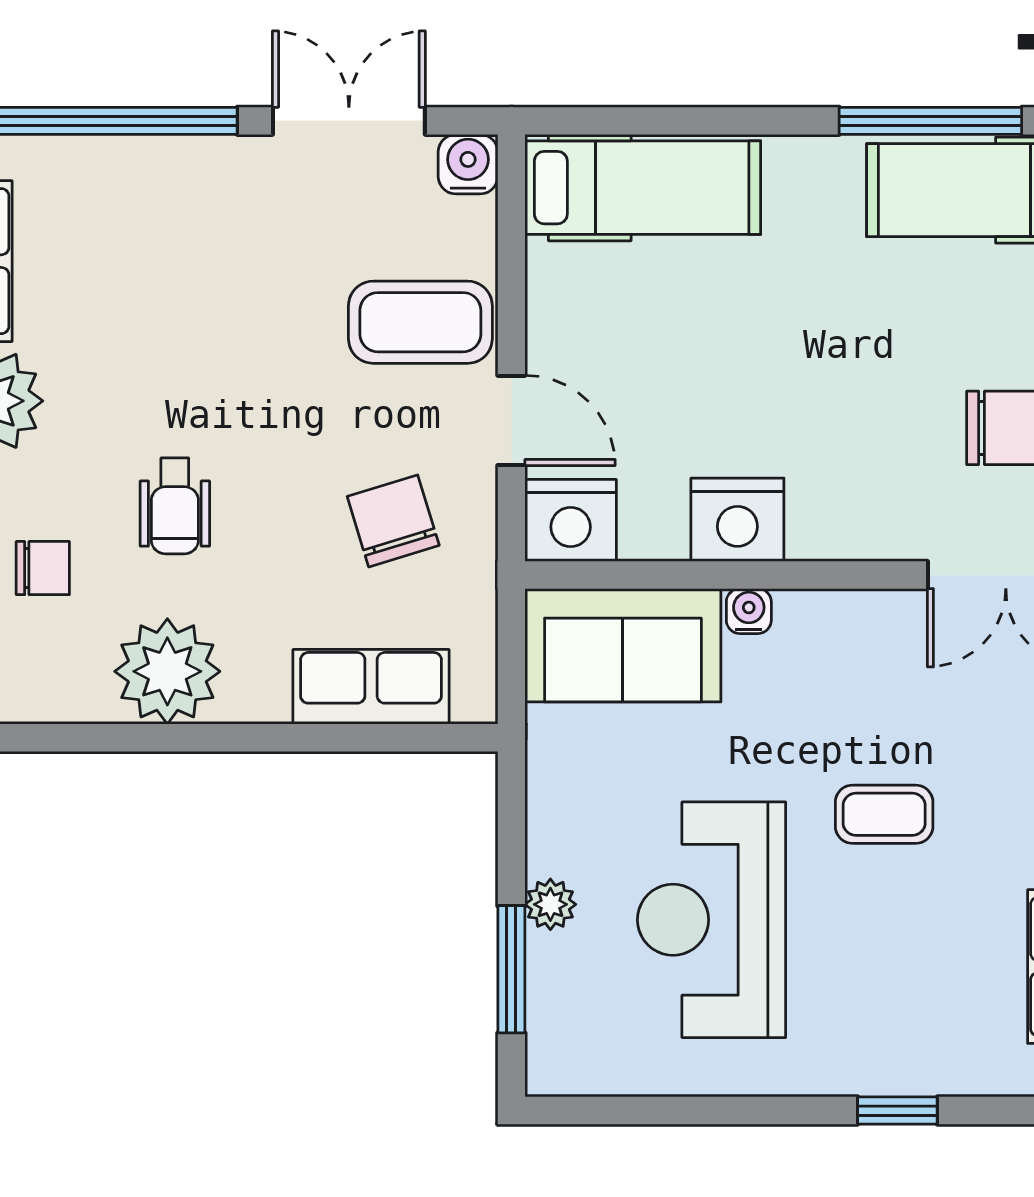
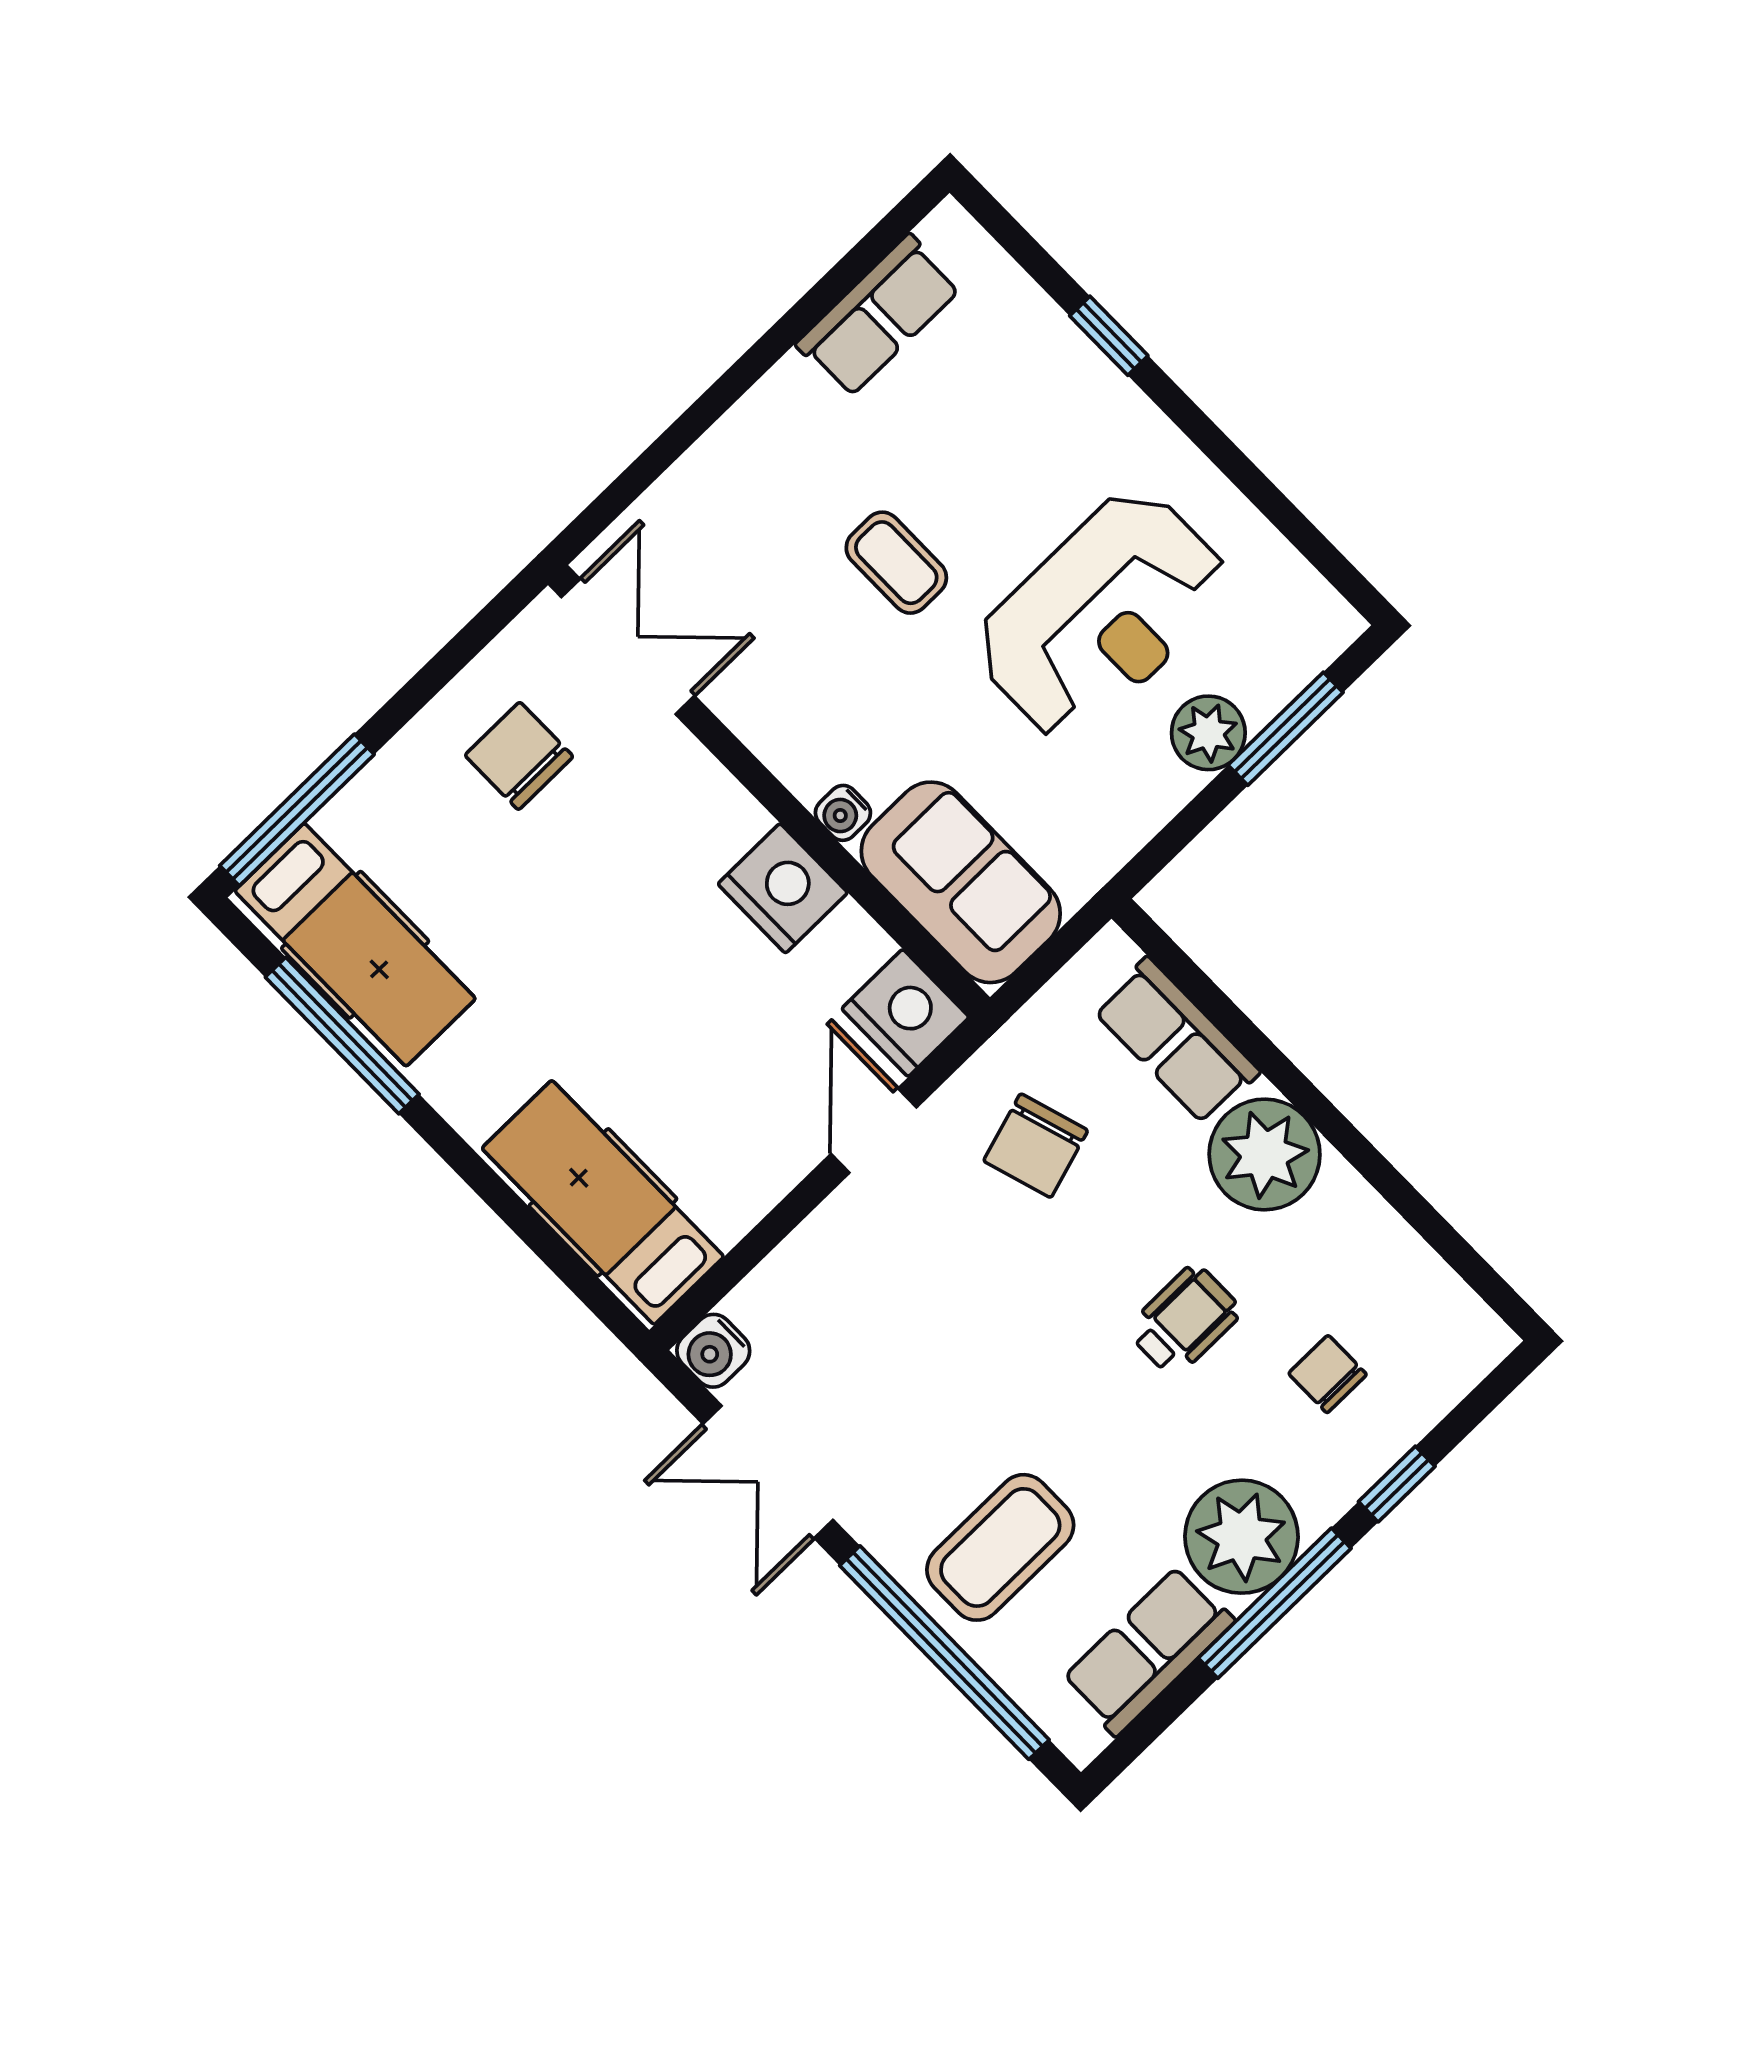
coffee table: (420, 322) -> (1000, 1547), moved, turned 90
plant: (167, 671) -> (1265, 1154), moved
plant: (550, 904) -> (1208, 733), width x1.38, depth x1.38

